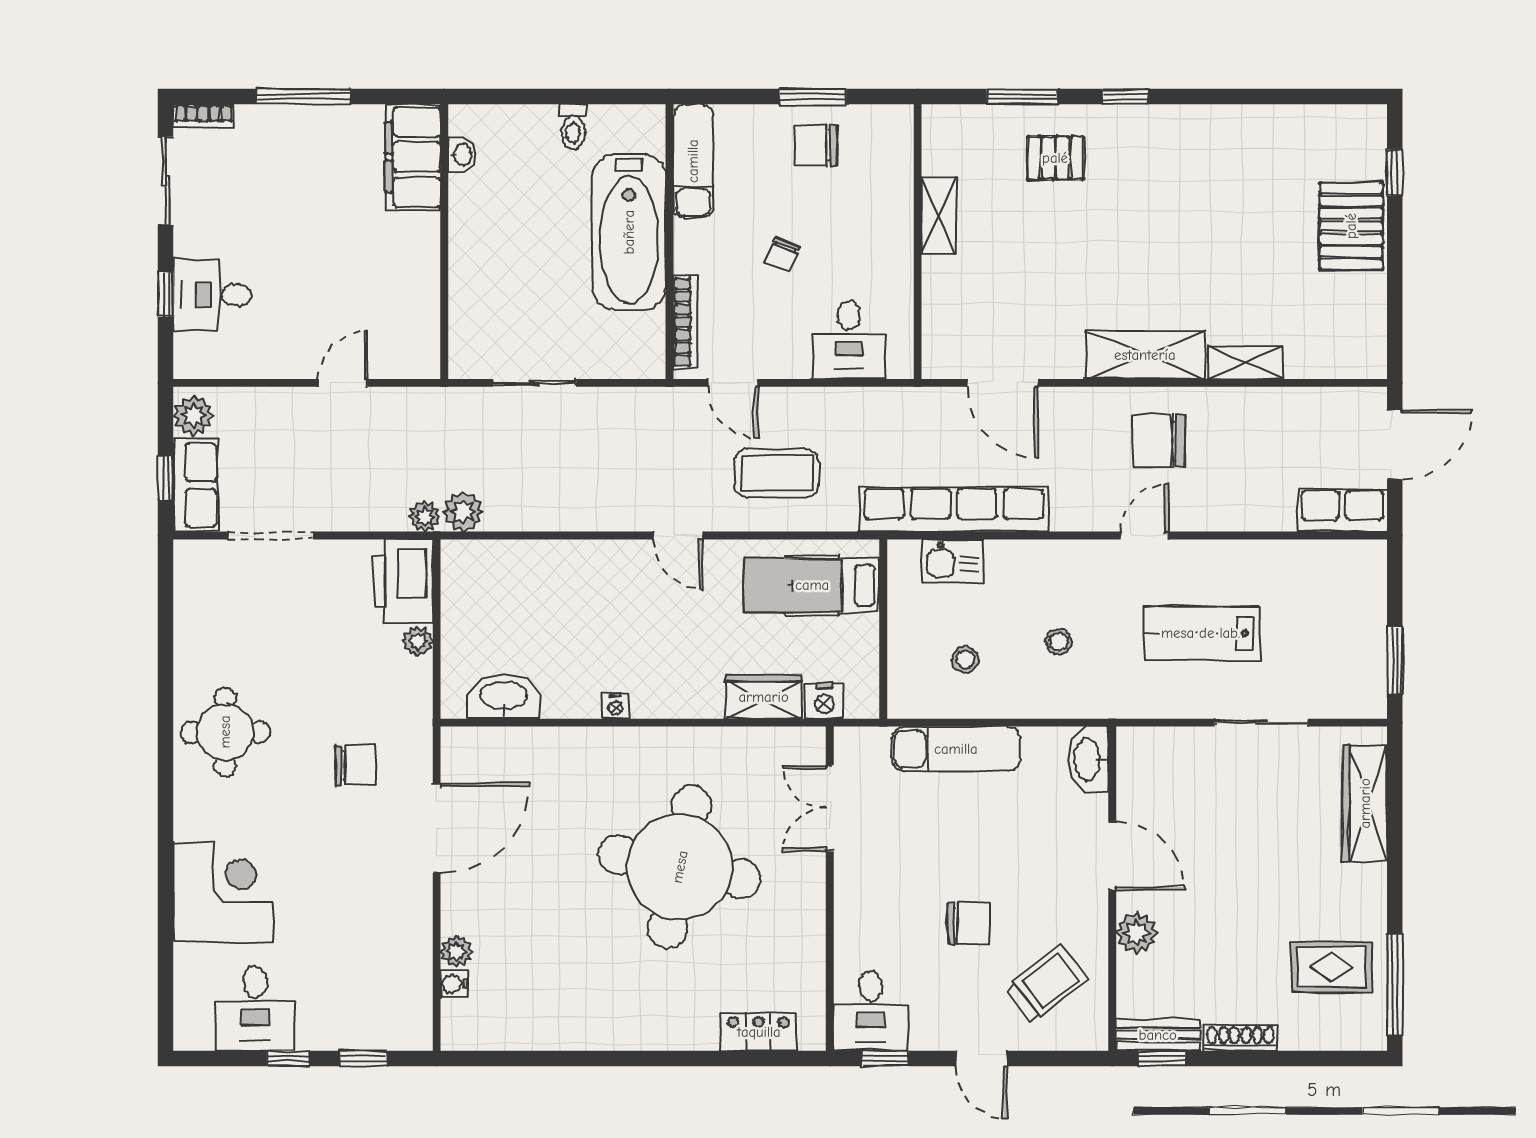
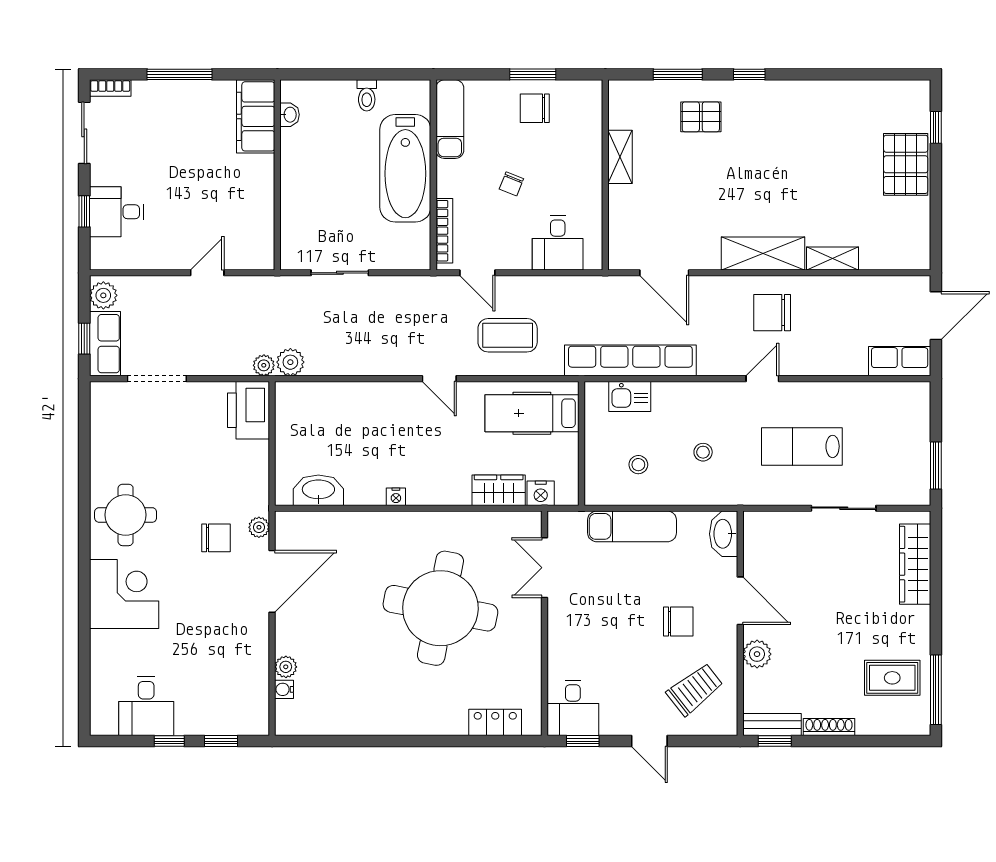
plant: (418, 641) -> (259, 527), moved
corner desk: (223, 893) -> (124, 594), moved
chair: (968, 923) -> (678, 622), moved

